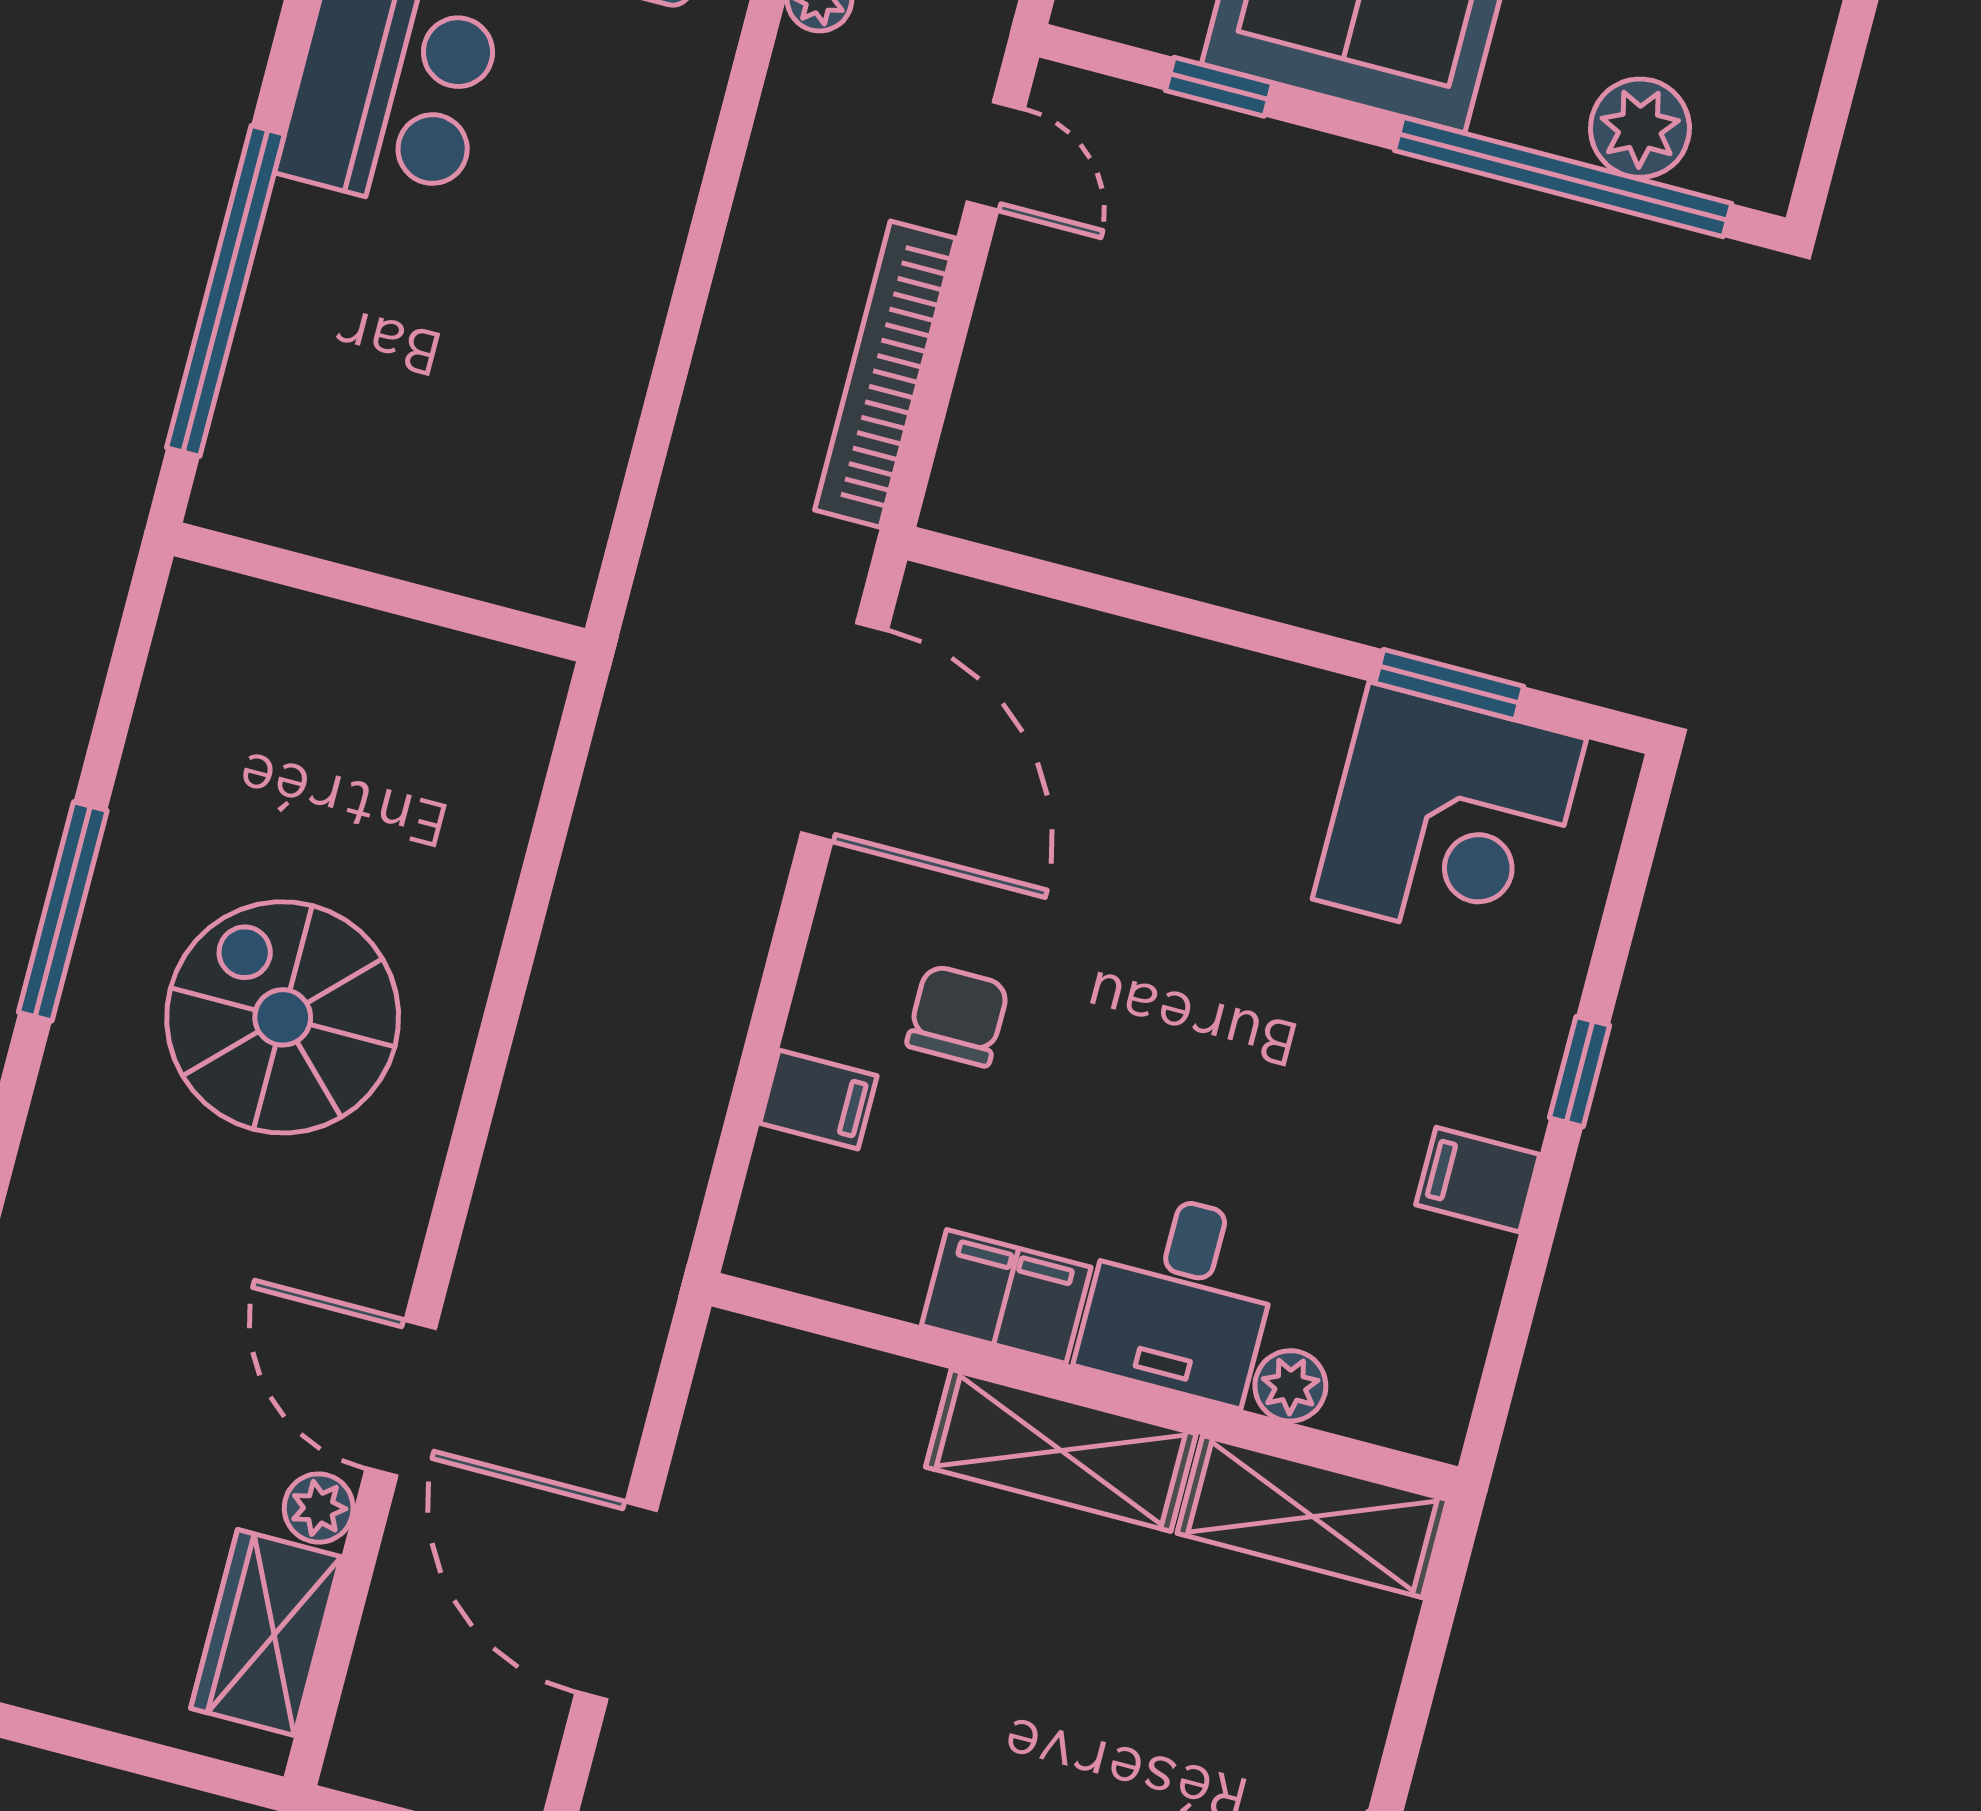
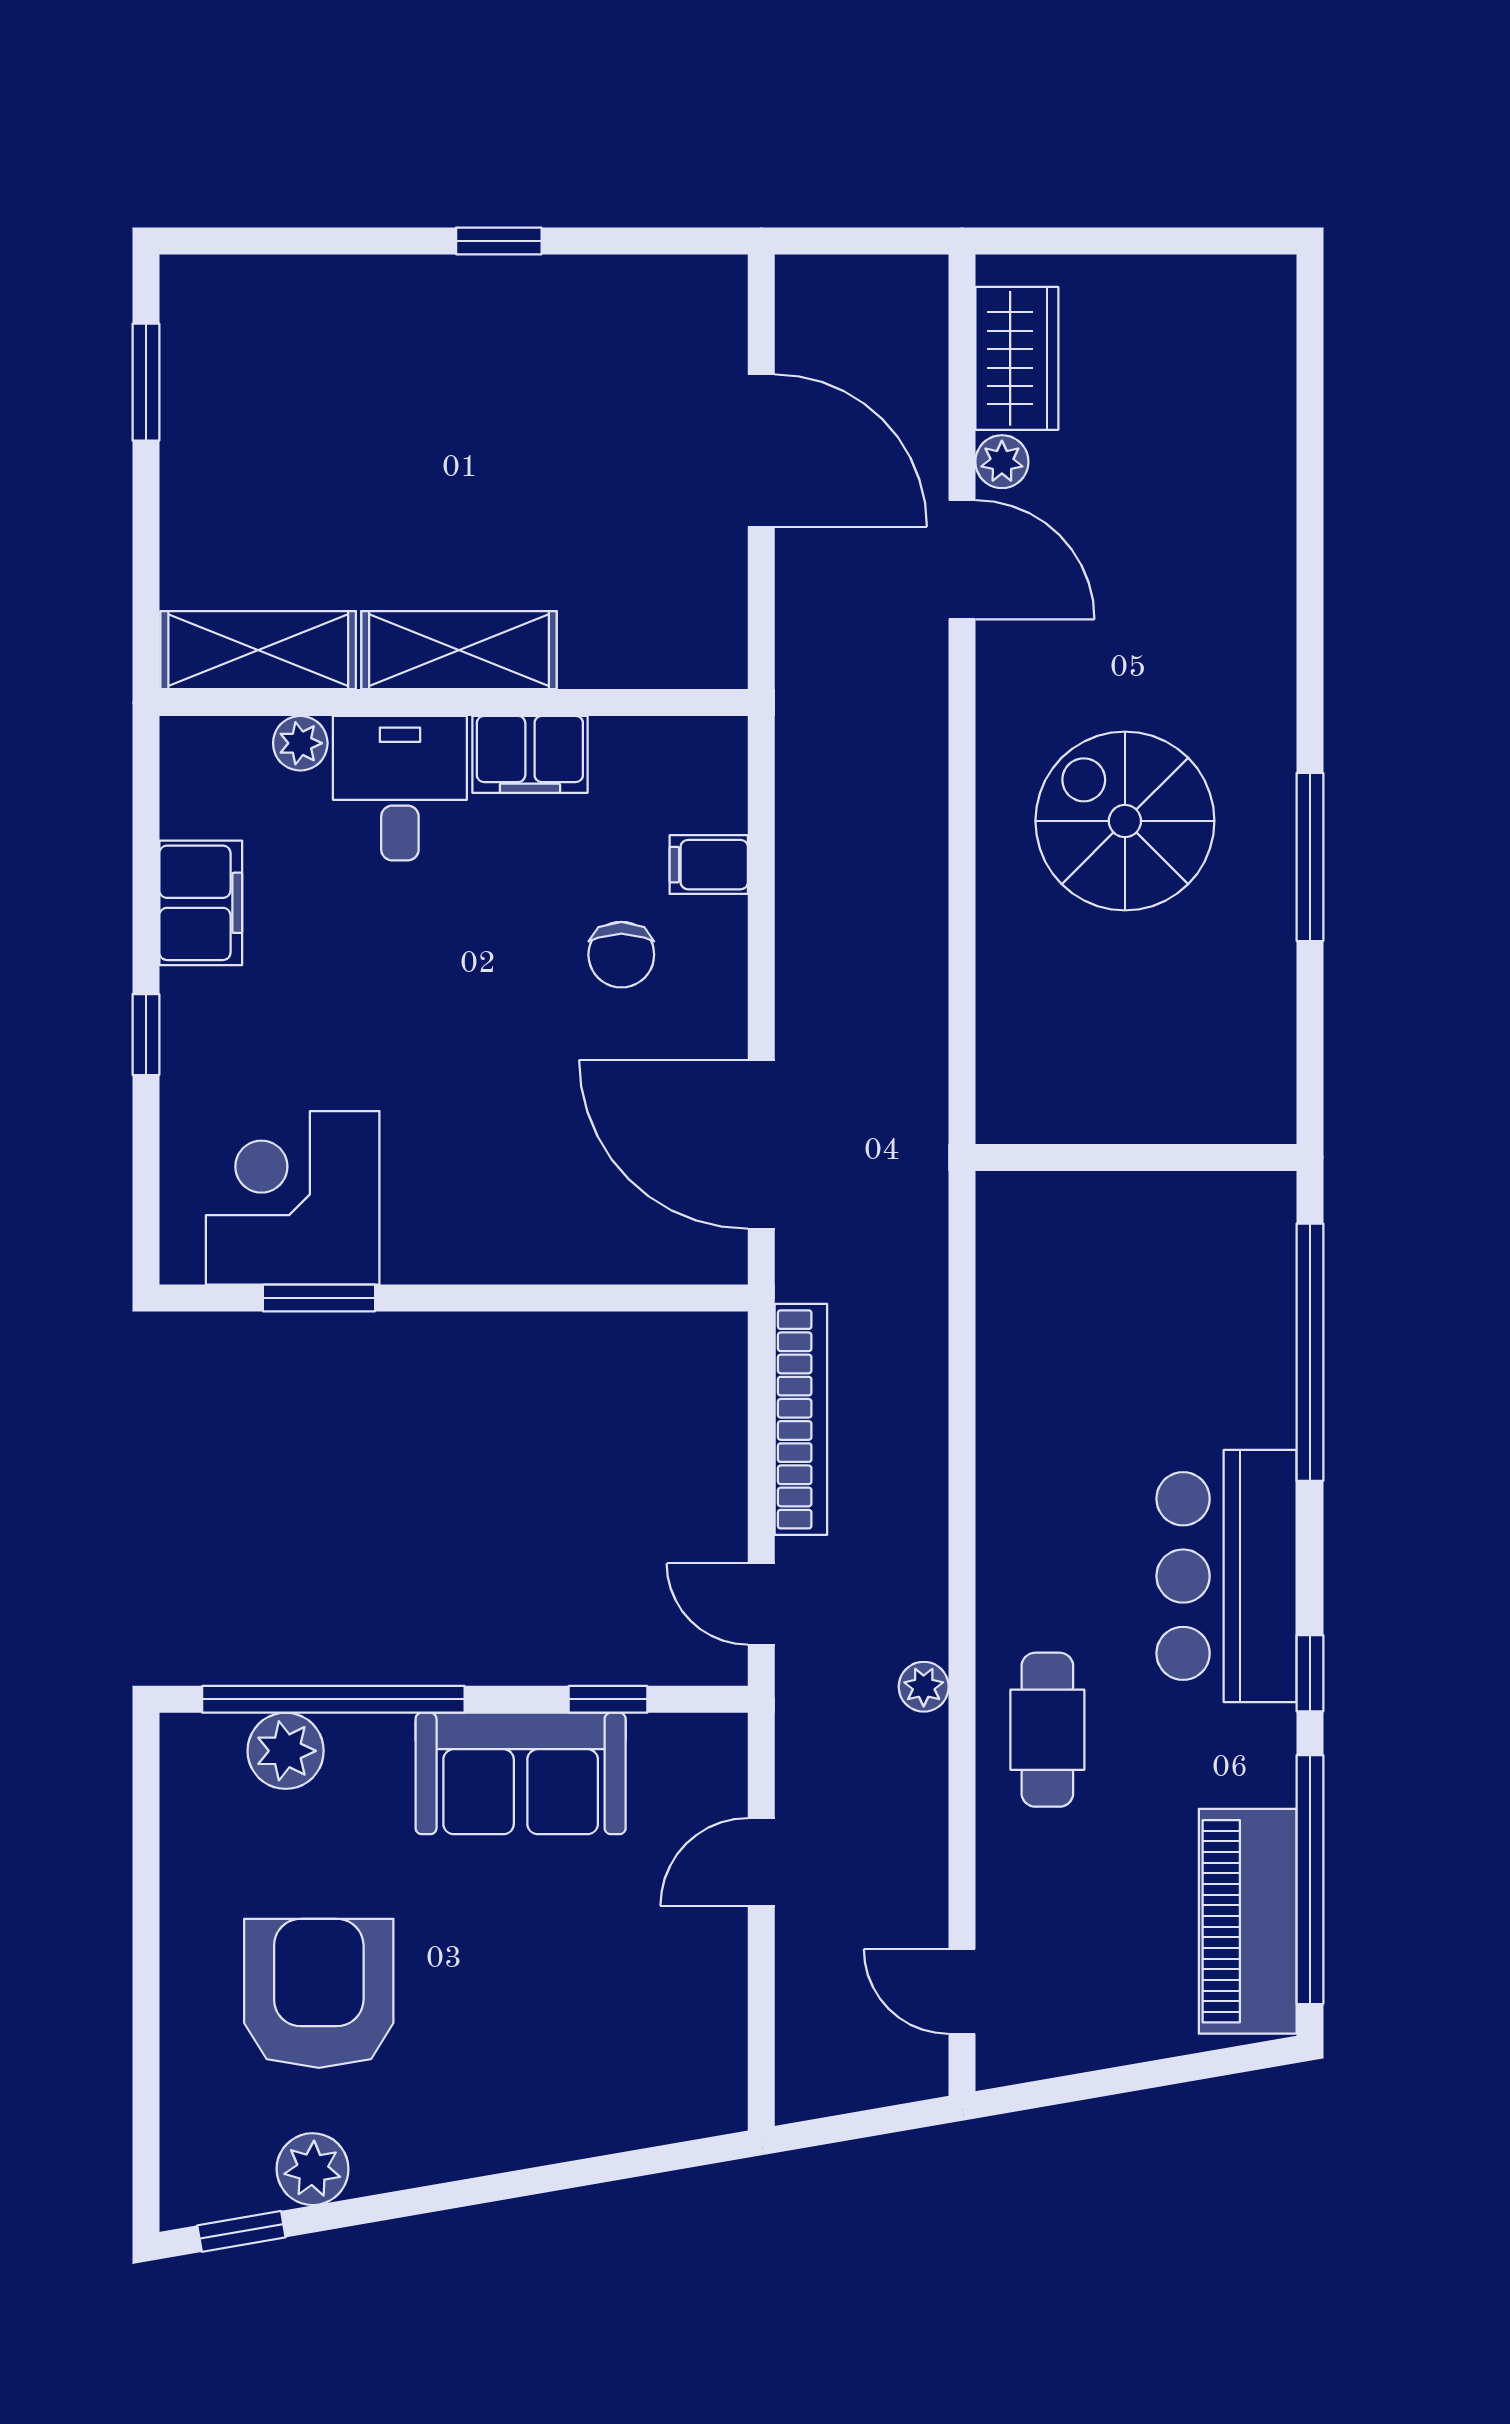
spiral stairs: (283, 1017) -> (1125, 821), turned 180
filing cabinet: (1478, 1180) -> (201, 903), width x2.00

